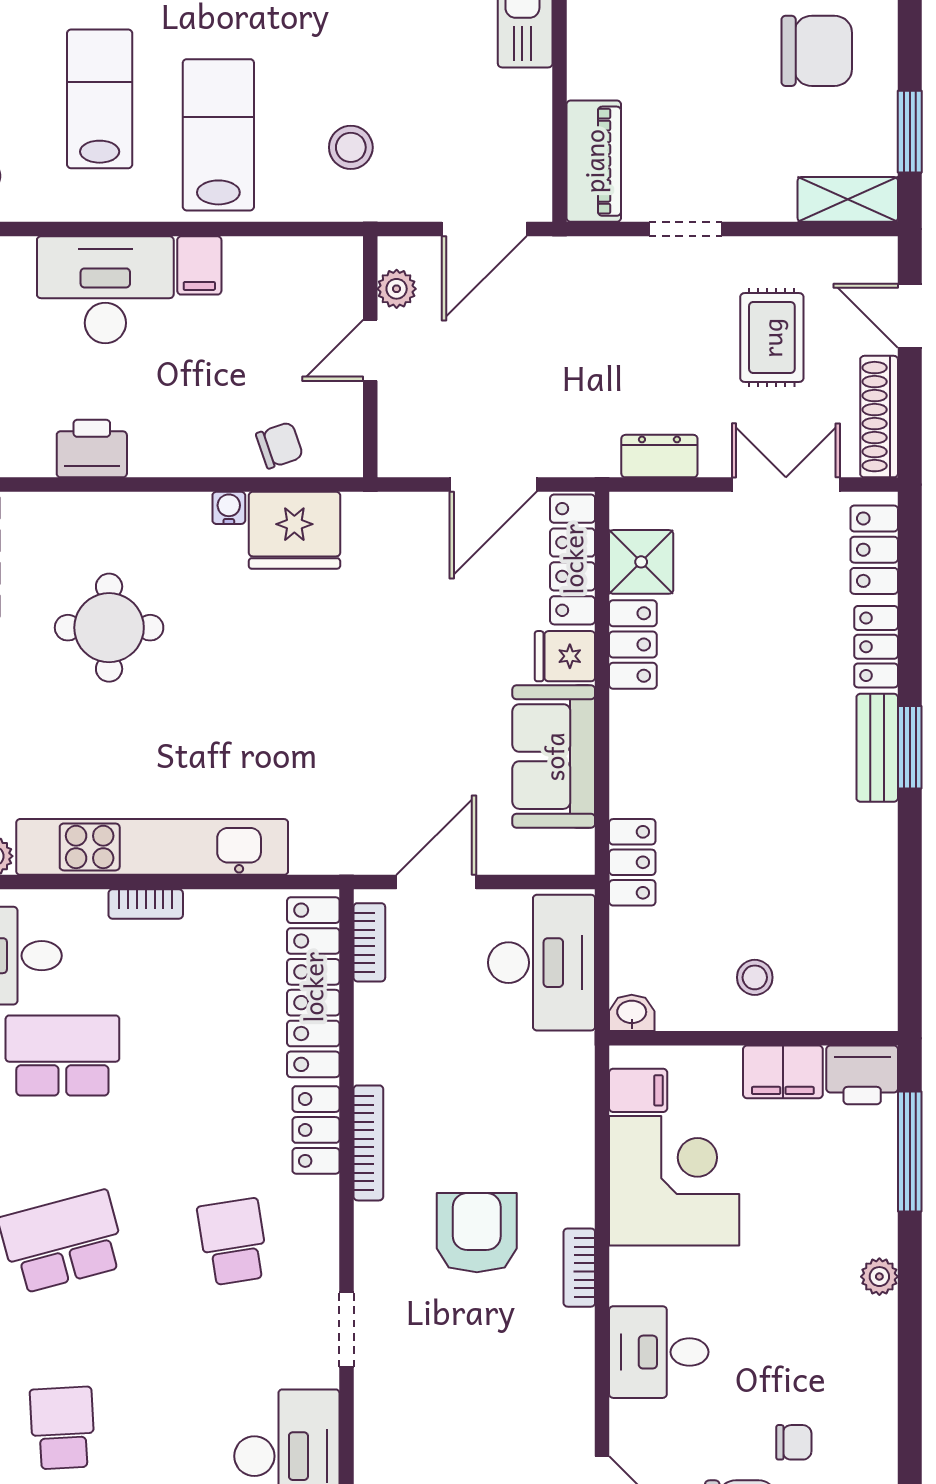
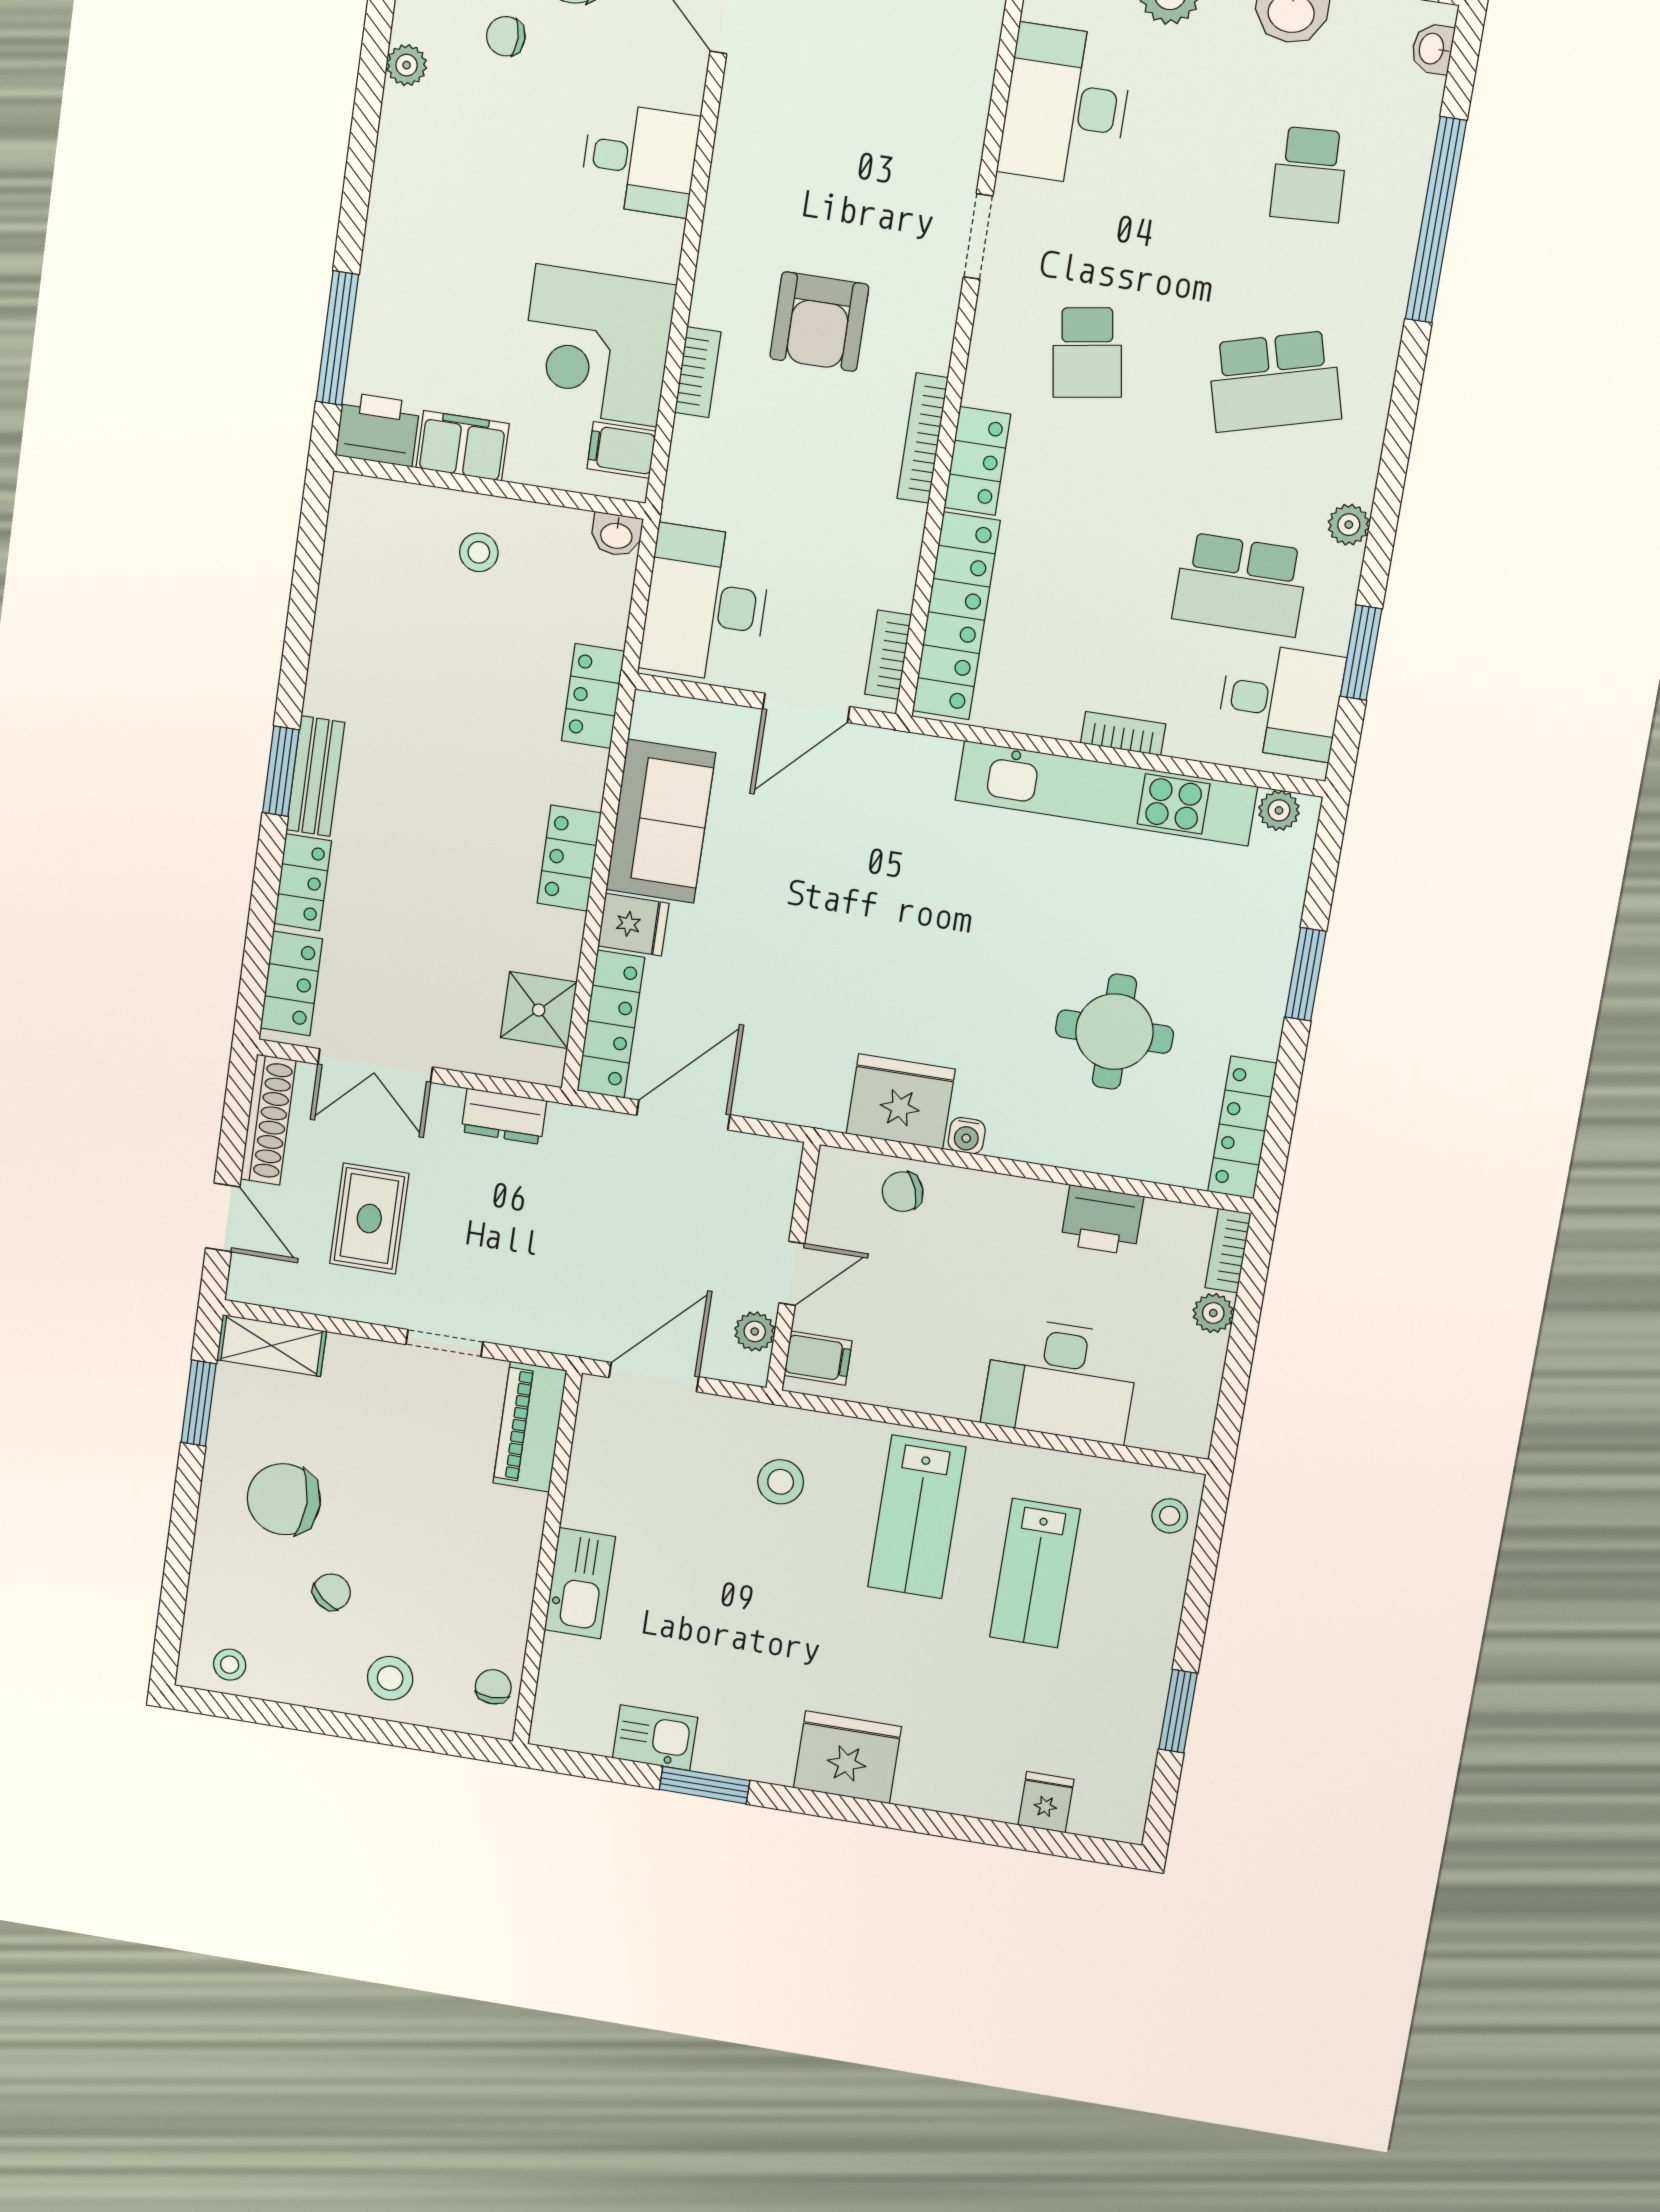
filing cabinet: (199, 265) -> (818, 1358), moved, turned 90
locker: (633, 644) -> (569, 858), moved
bookcase: (579, 1268) -> (698, 372), moved
plant: (879, 1277) -> (407, 65), moved

